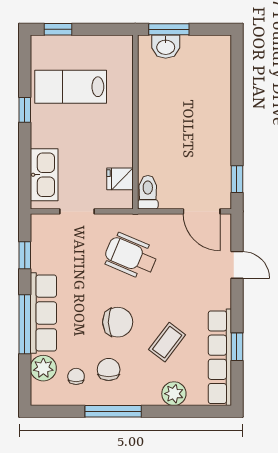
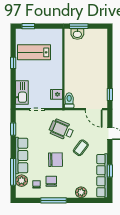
window: (25, 324) -> (13, 172), moved
coffee table: (167, 342) -> (81, 148), moved

